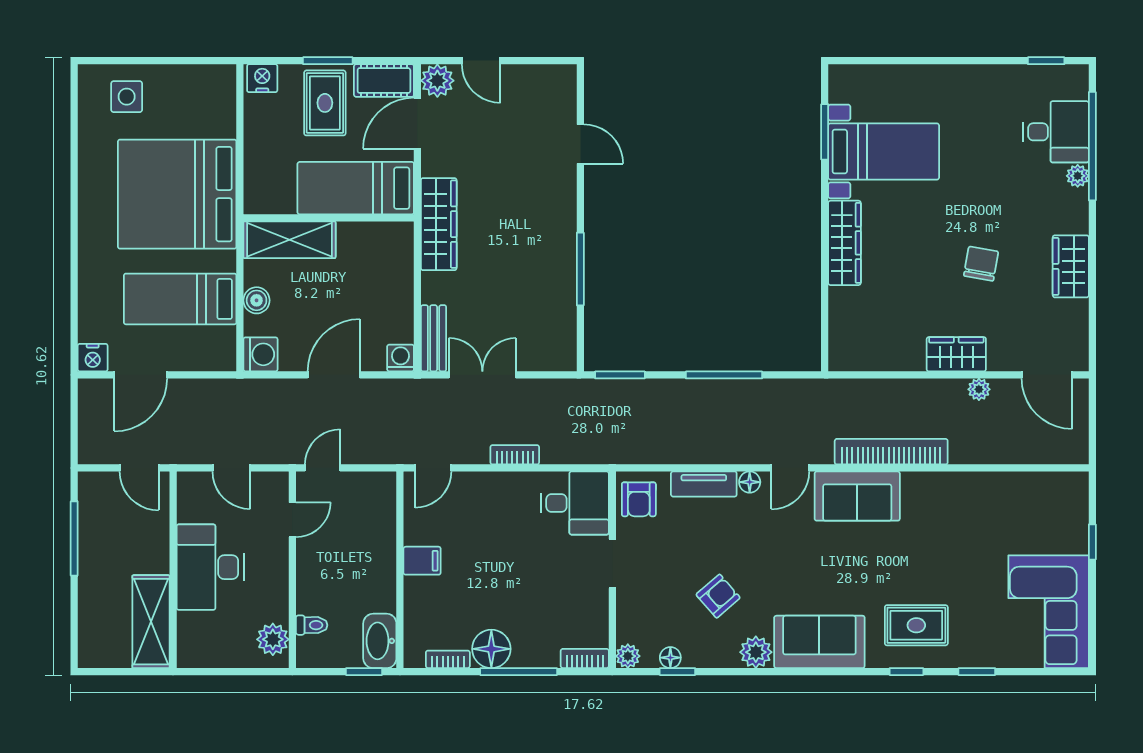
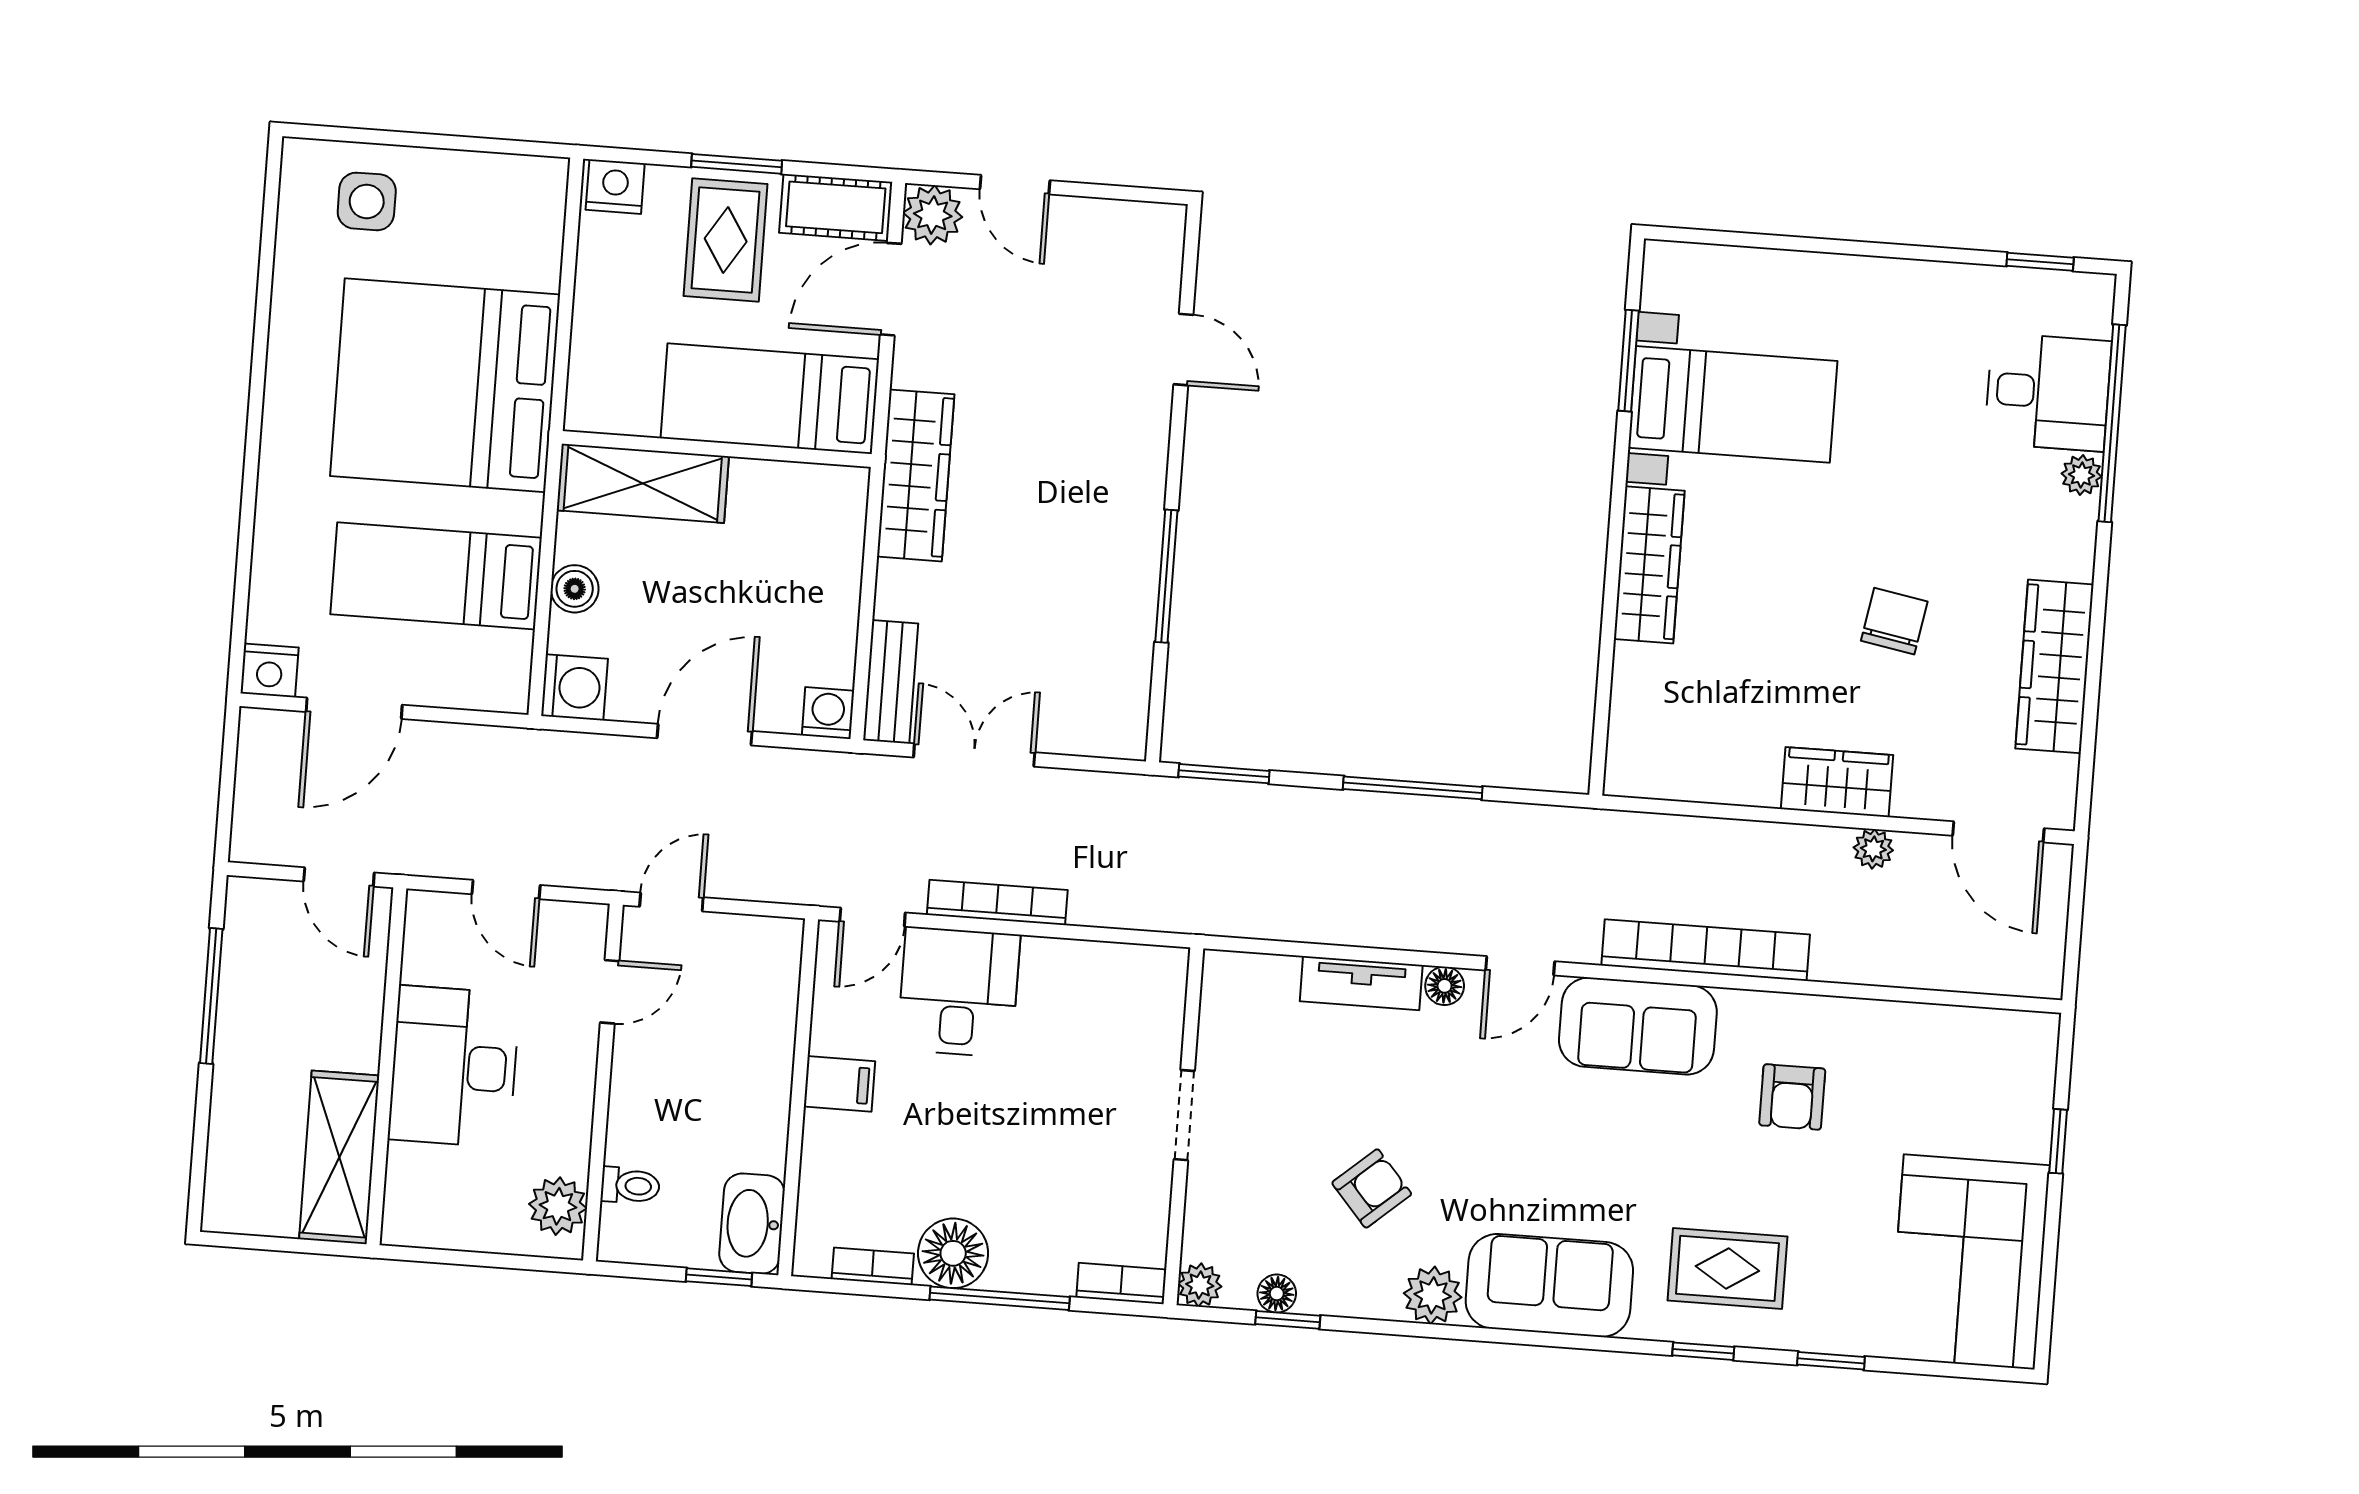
wardrobe: (1071, 266) -> (2055, 666), width x1.50
bookcase: (515, 455) -> (997, 902), width x1.56
armchair: (639, 499) -> (1792, 1097), moved
desk: (575, 503) -> (959, 992), moved, turned -90

